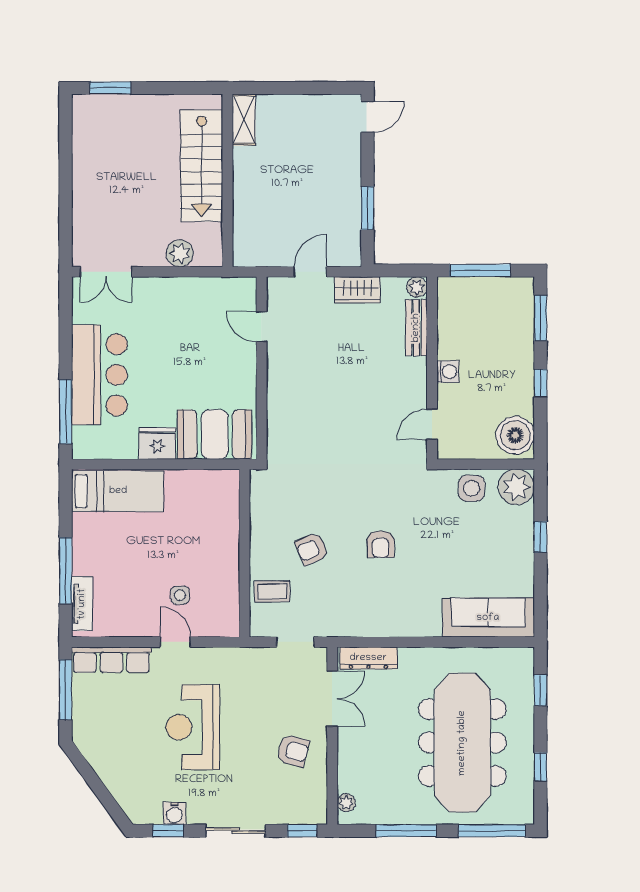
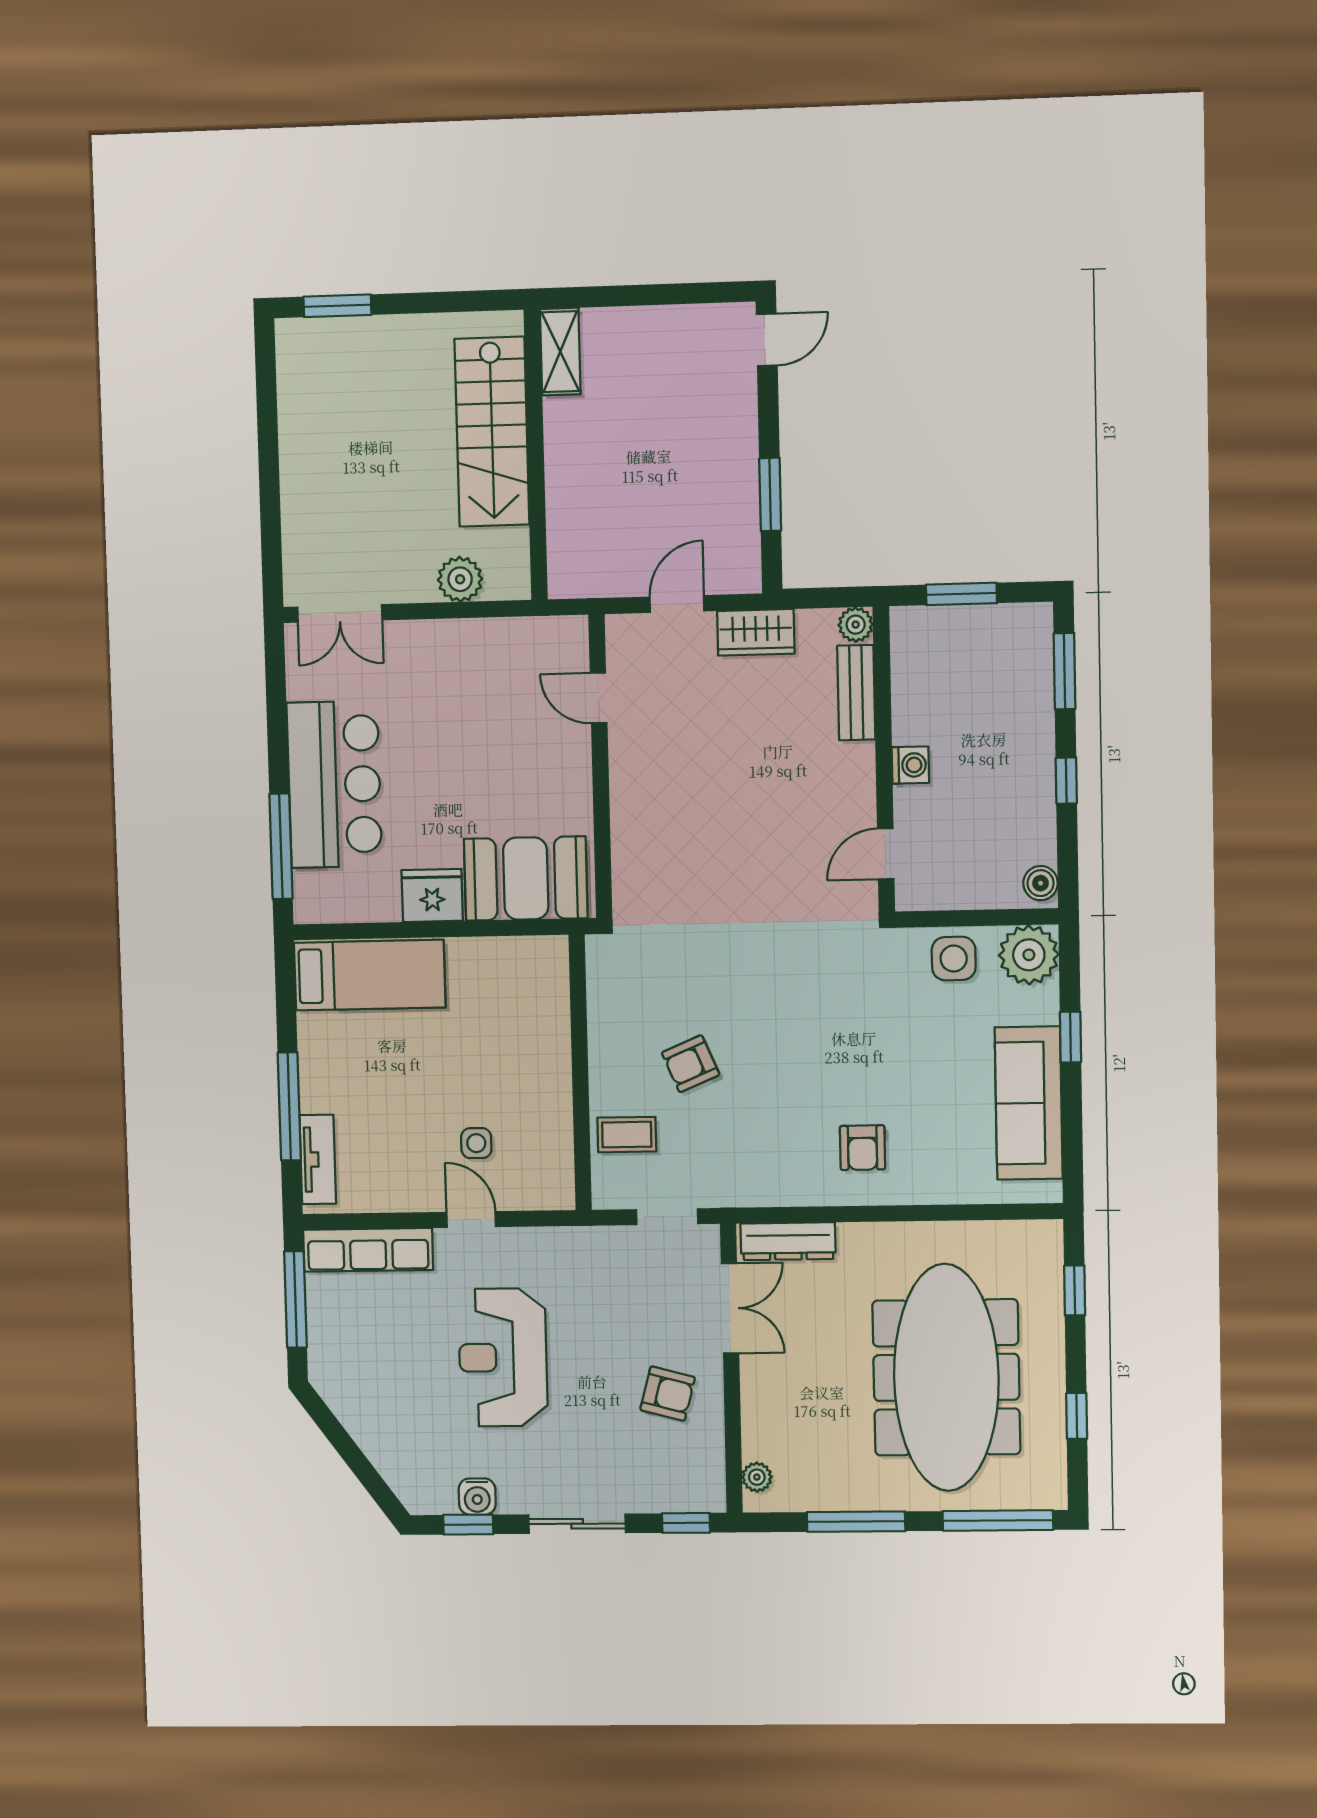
window: (480, 271) -> (961, 594), width x0.69
boiler: (515, 435) -> (1041, 883), width x0.54, depth x0.54
armchair: (381, 544) -> (862, 1148), moved
sofa: (488, 618) -> (1029, 1103), moved, turned -90

